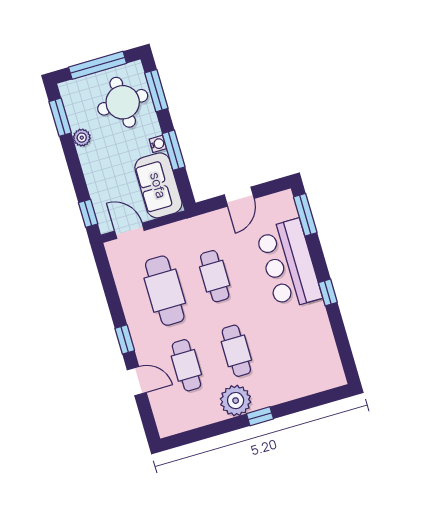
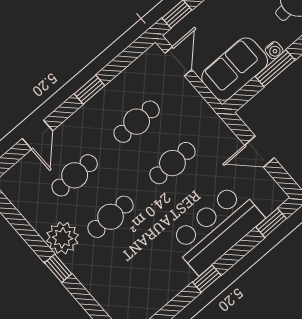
window: (305, 215) -> (271, 223), width x0.67
cafe table: (165, 291) -> (137, 122), width x0.73, depth x0.74
window: (125, 339) -> (90, 90), moved

